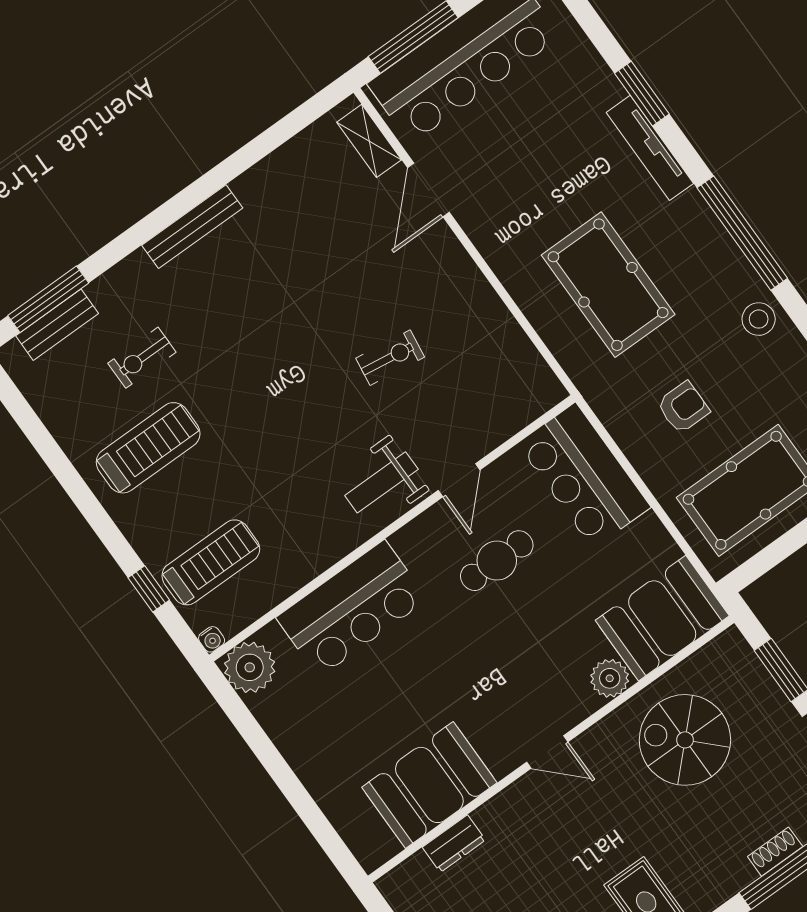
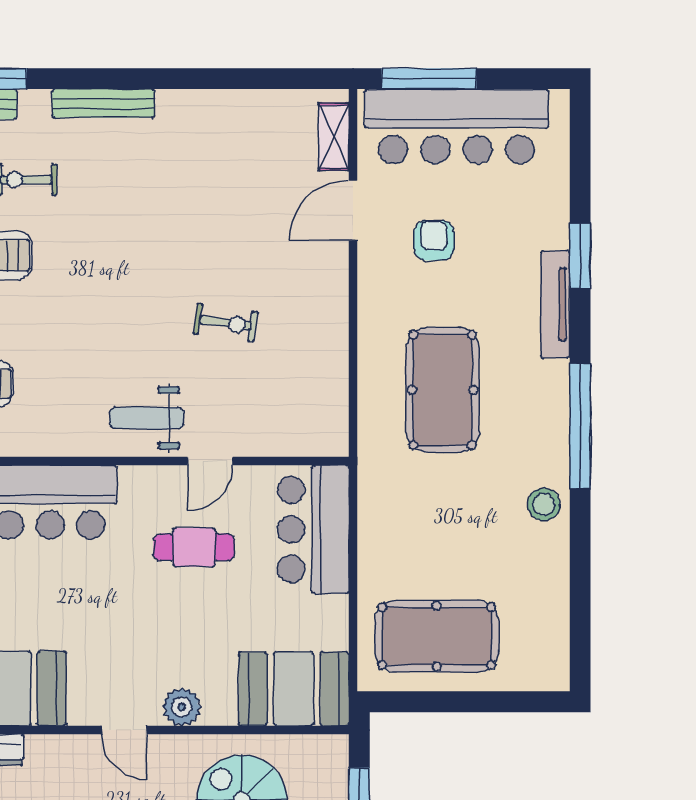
bench: (192, 227) -> (103, 103), moved
armchair: (683, 407) -> (434, 240), moved, turned -90
plant: (610, 678) -> (182, 707), moved

